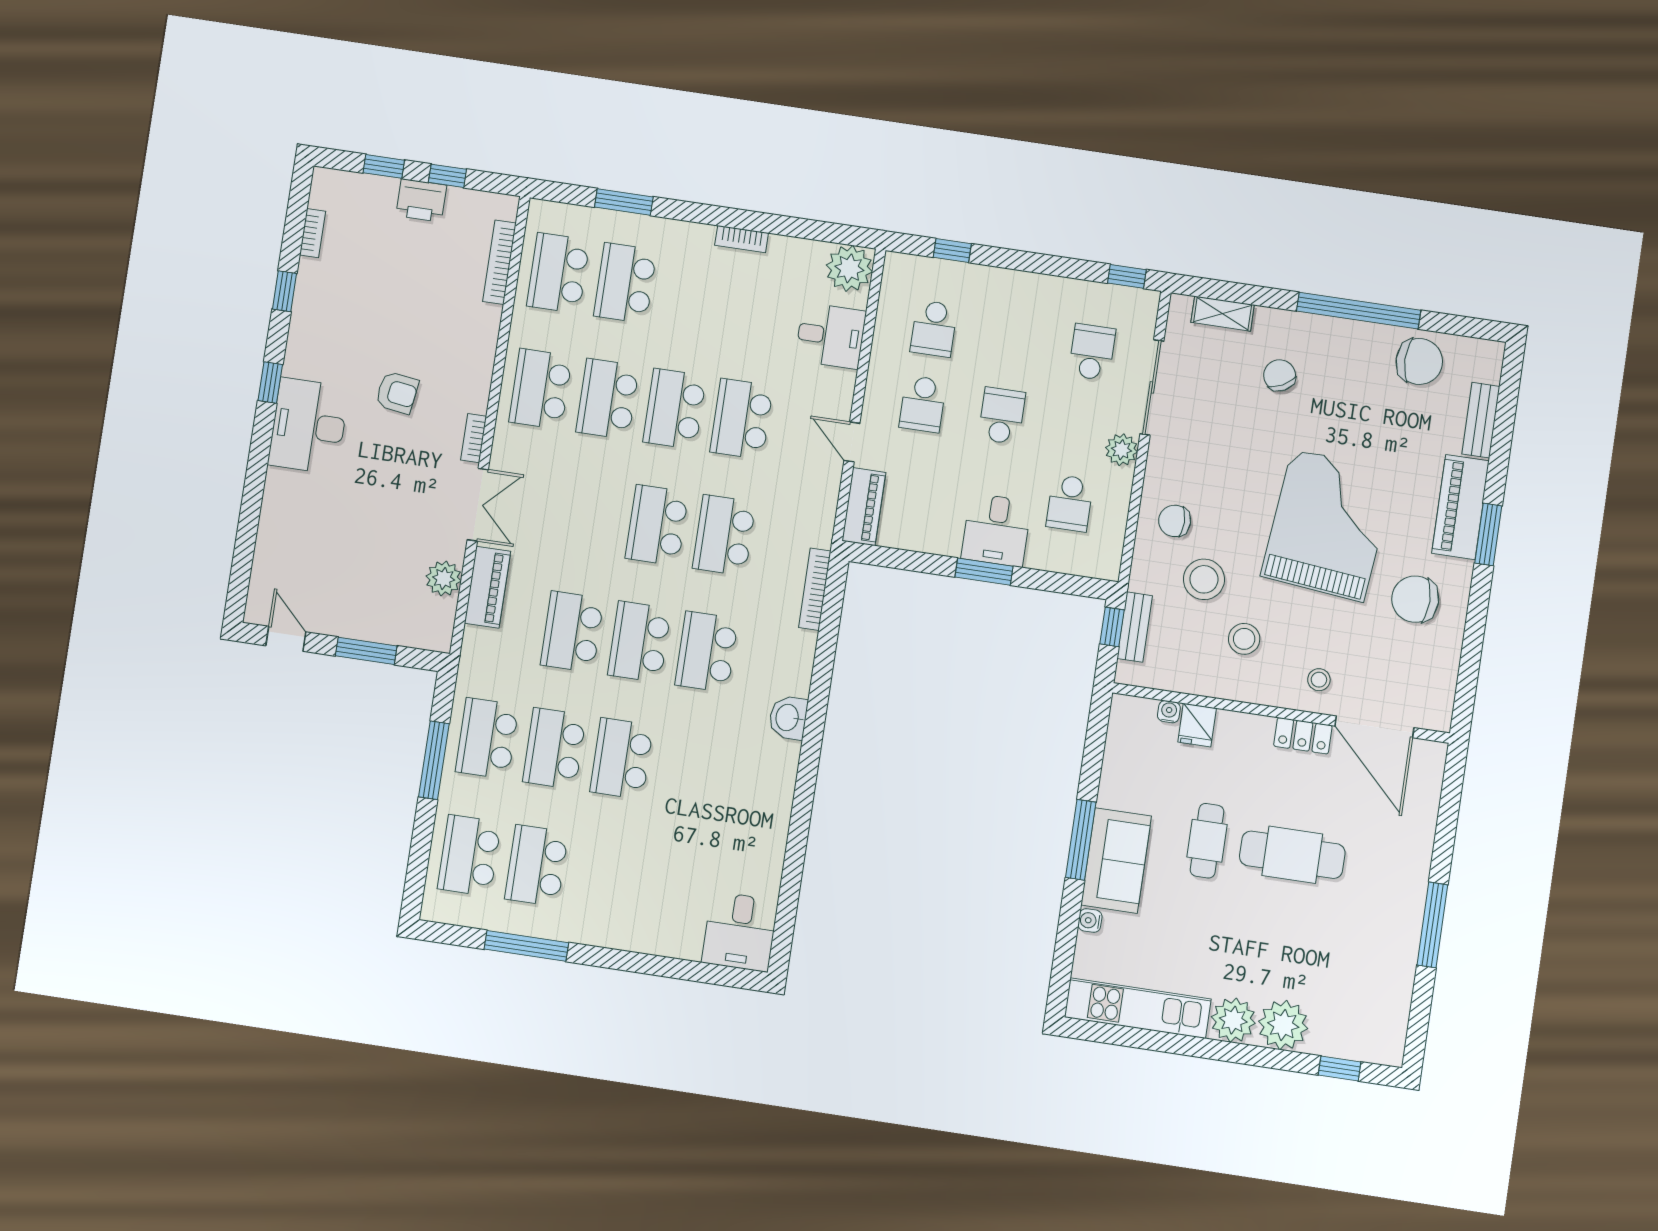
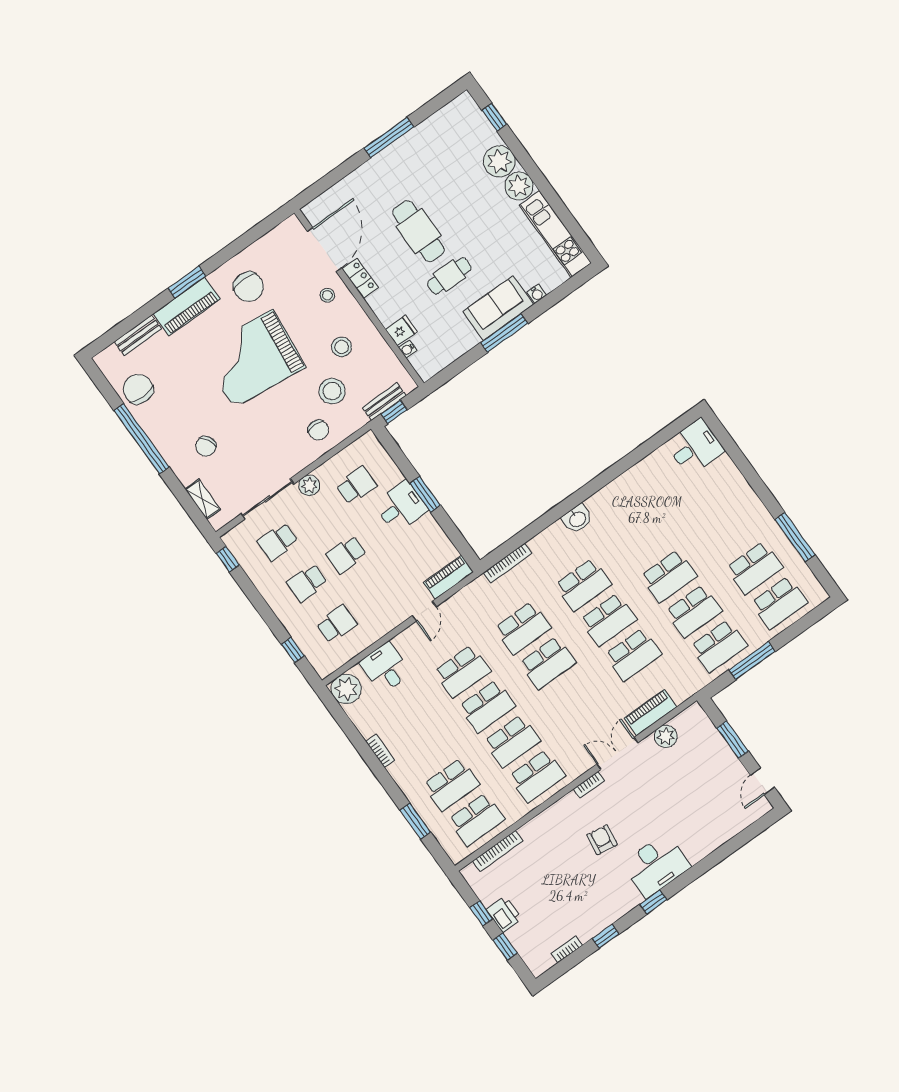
school desk: (923, 404) -> (307, 583), moved, turned 180

